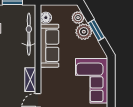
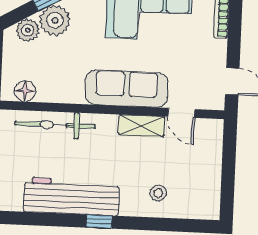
sofa: (50, 46) -> (127, 89), moved

